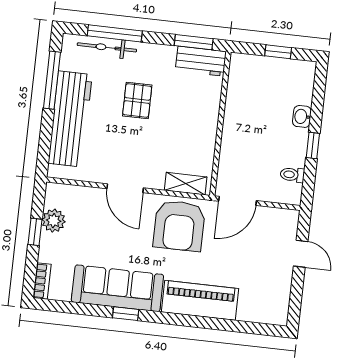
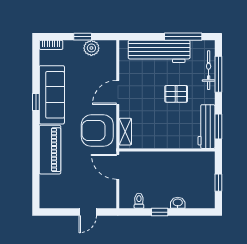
workbench: (201, 61) -> (207, 127), width x1.38

